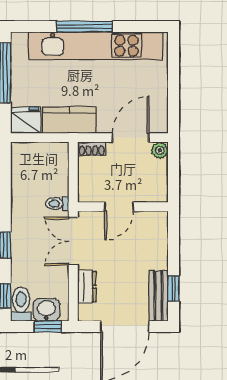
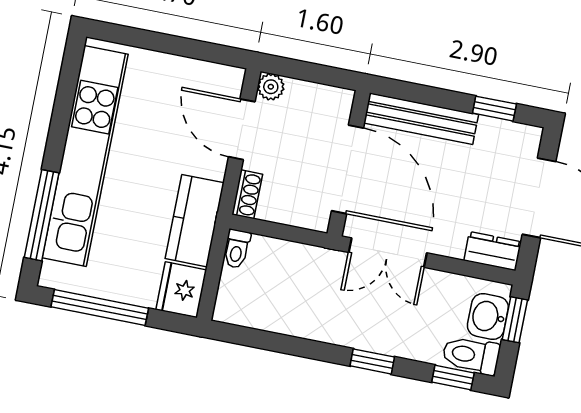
window: (84, 26) -> (42, 215), moved
toilet: (57, 204) -> (237, 249), moved
door: (119, 207) -> (347, 169), width x1.87
dresser: (87, 287) -> (493, 251), moved
bench: (159, 296) -> (421, 119), moved, width x1.36

